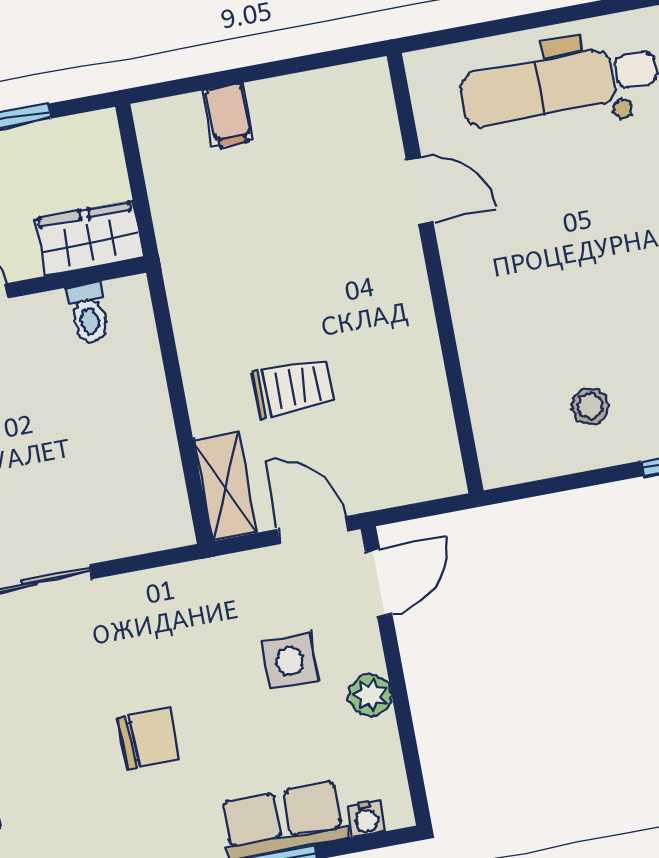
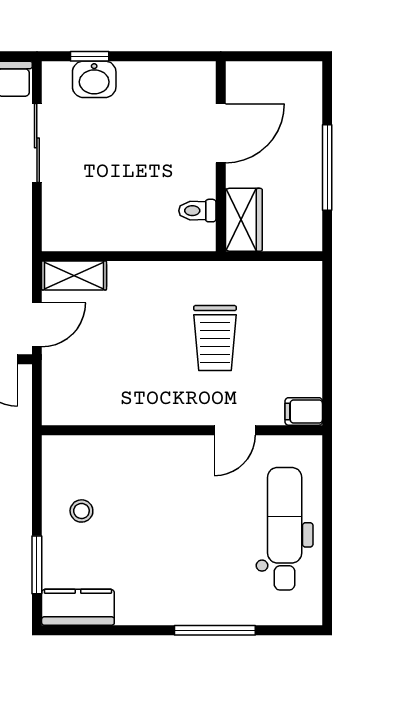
filing cabinet: (229, 115) -> (304, 411), moved
trolley: (293, 388) -> (215, 338), moved, width x1.36, depth x1.39

